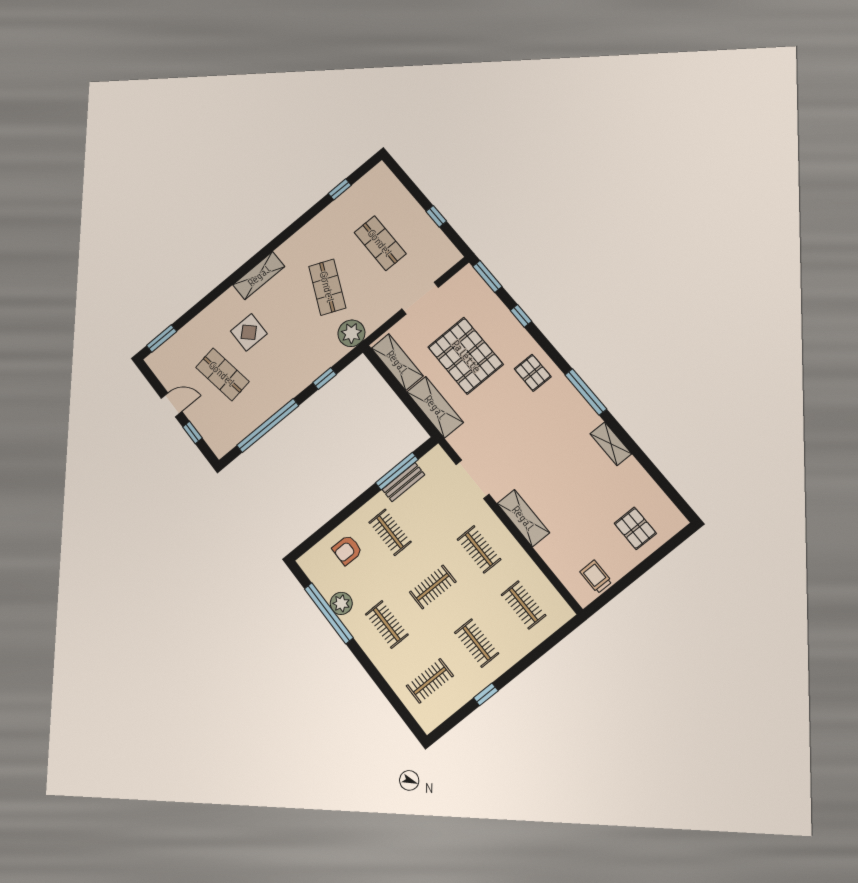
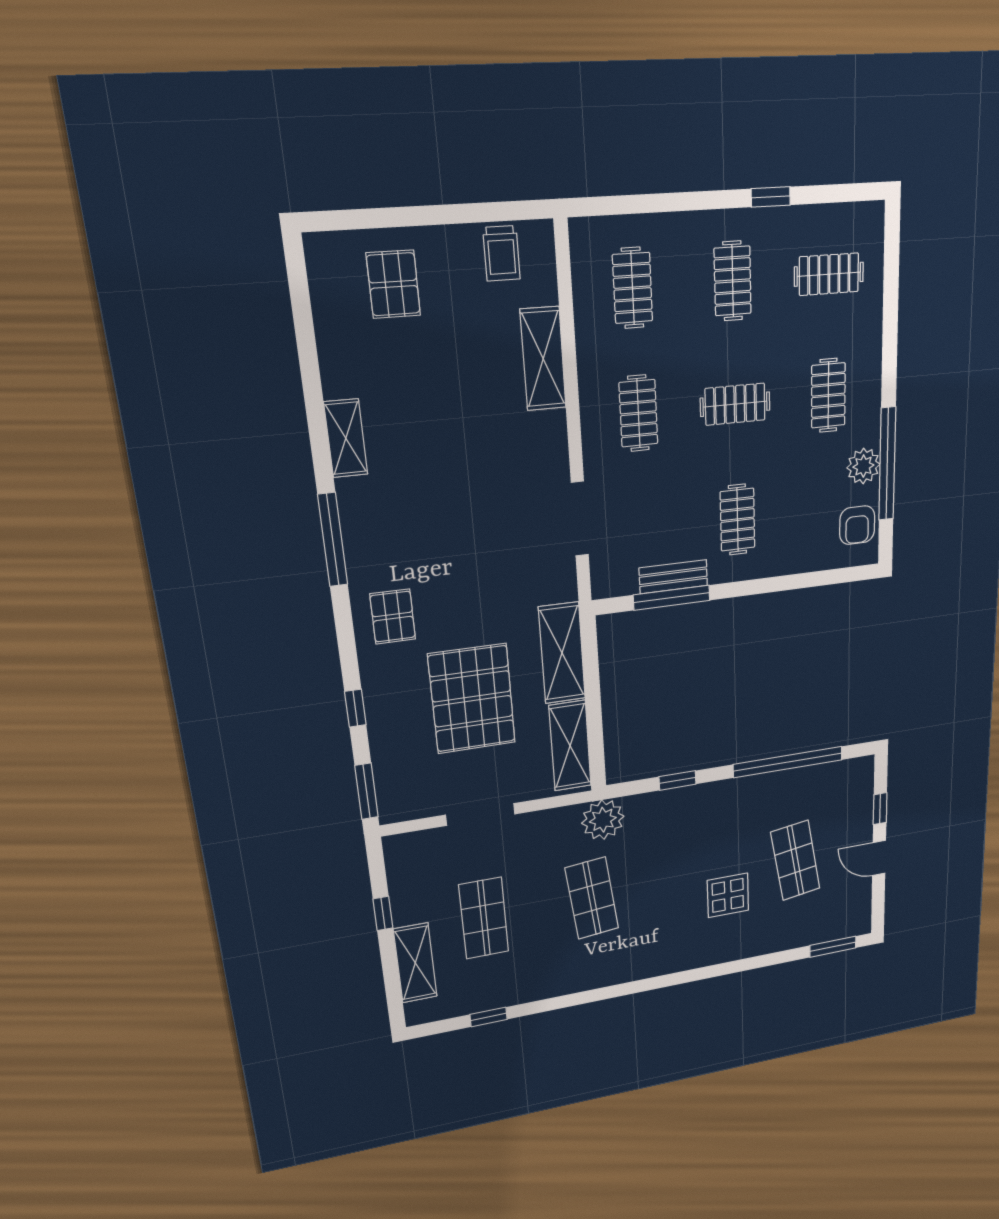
shelving: (259, 276) -> (415, 963), moved, turned 90
shop shelf: (327, 287) -> (592, 898), turned -30
shelving: (523, 518) -> (543, 359), moved
armchair: (347, 550) -> (857, 525), moved, turned 90

